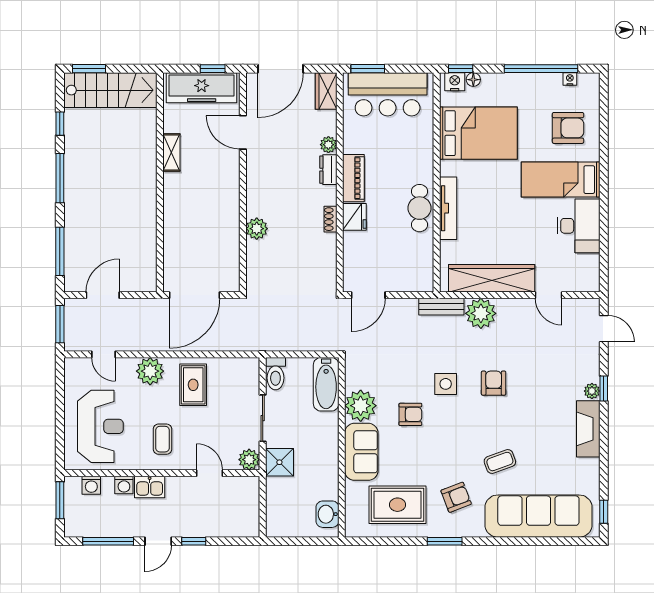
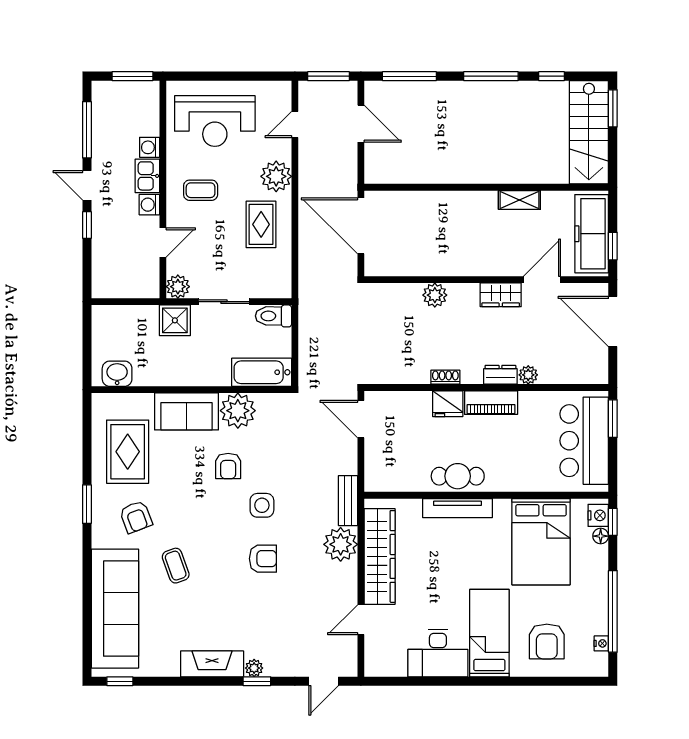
wardrobe: (326, 91) -> (501, 295), moved, turned 180
rug: (193, 385) -> (261, 224), turned 90
washing machine: (91, 485) -> (149, 205), moved

